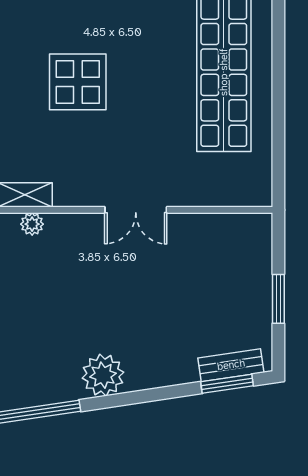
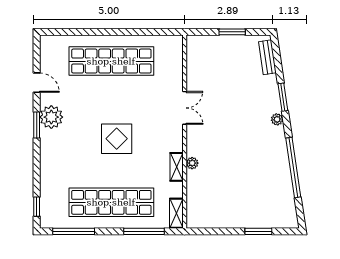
plant: (103, 375) -> (277, 119), width x0.53, depth x0.53
window: (227, 384) -> (283, 97), moved

